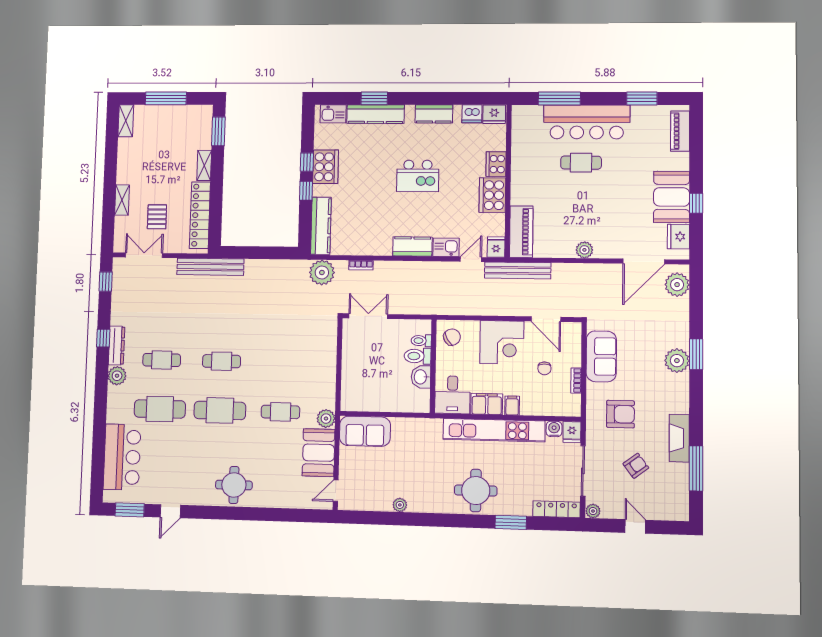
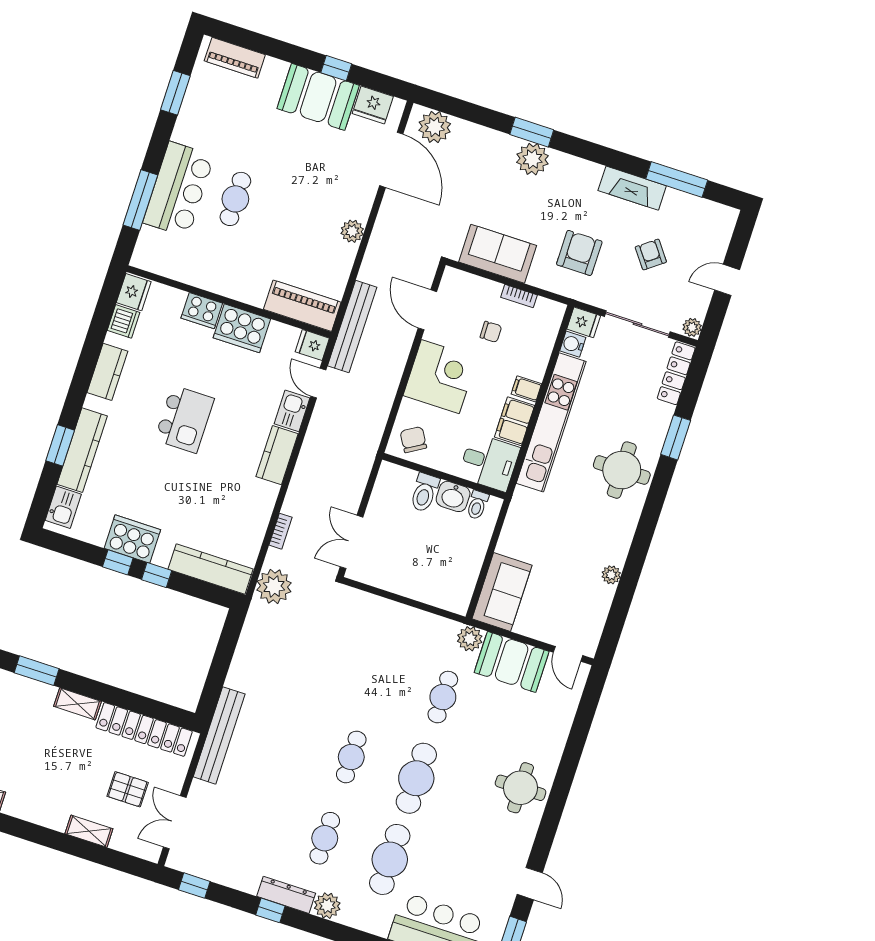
bar counter: (587, 122) -> (179, 189), width x0.73
door: (546, 319) -> (427, 310), swing flipped
toilet: (421, 341) -> (477, 505), moved

